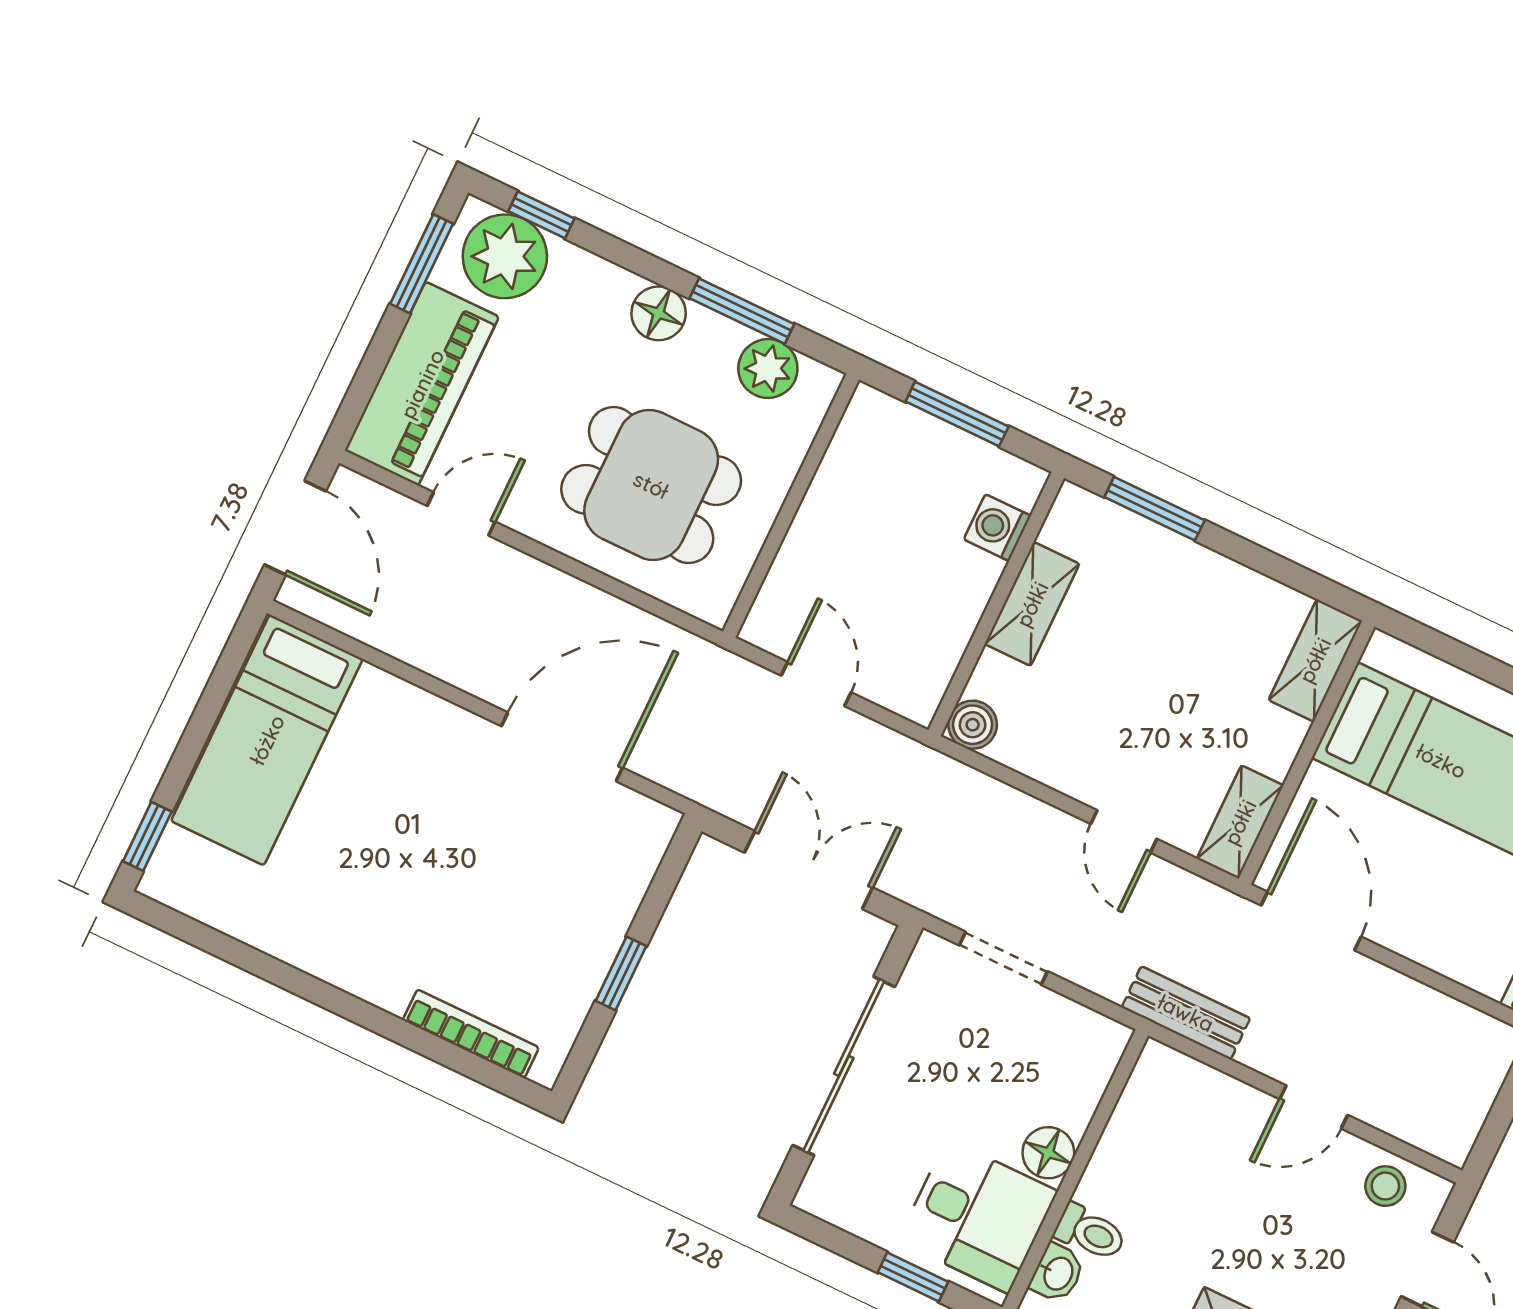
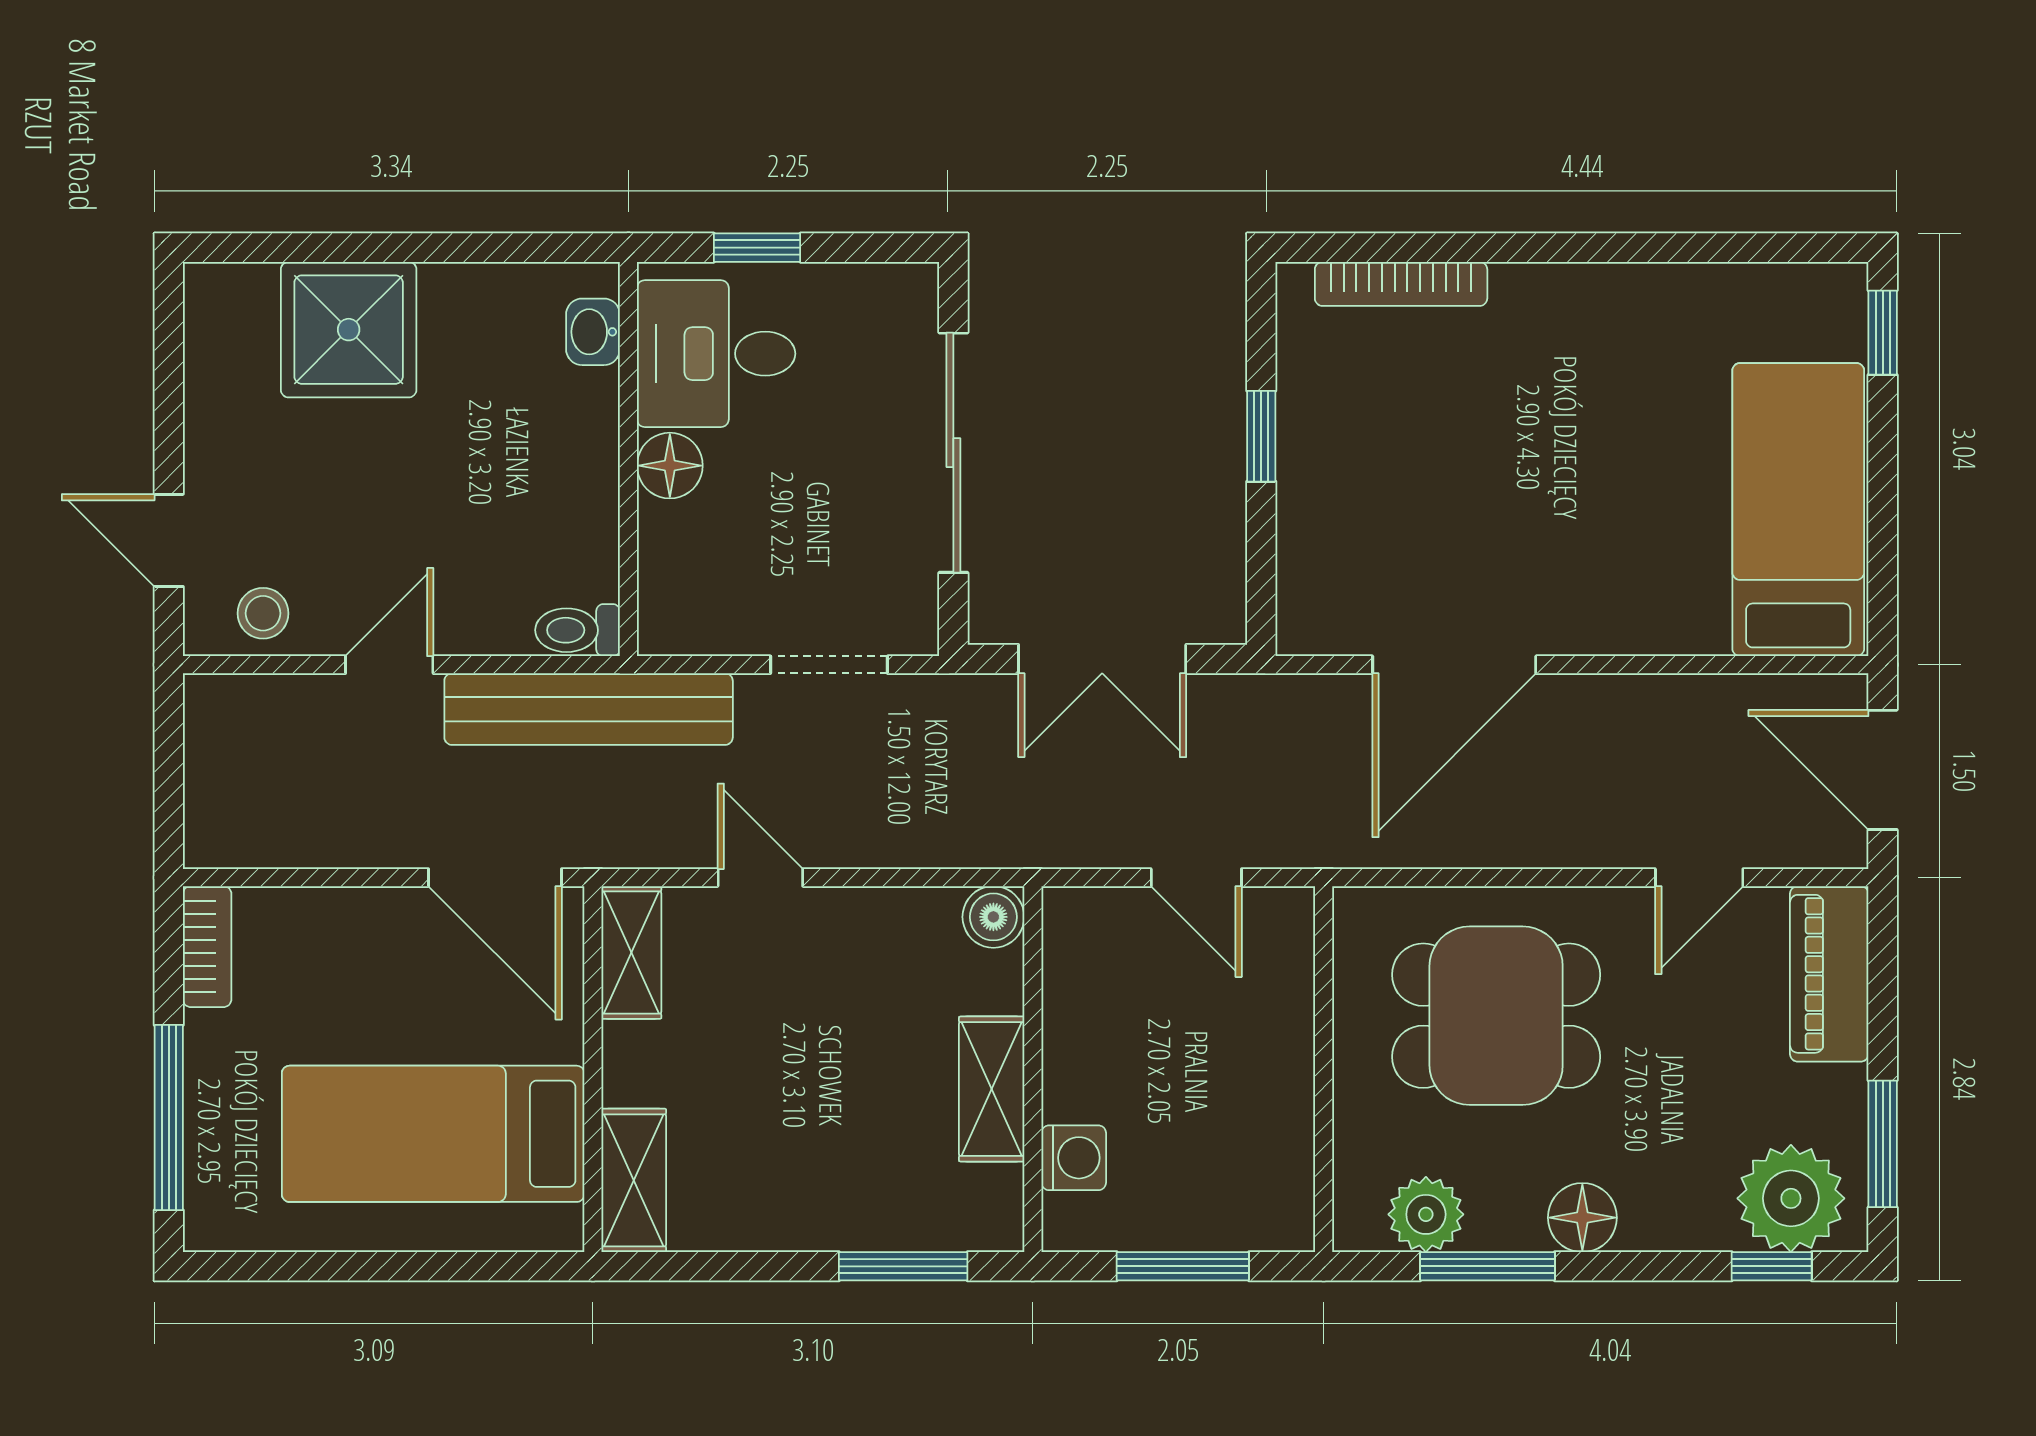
piano: (422, 384) -> (1829, 974), width x0.73, depth x0.75
bench: (1186, 1013) -> (589, 709), width x1.86, depth x1.21
toilet: (1090, 1232) -> (578, 630), moved

